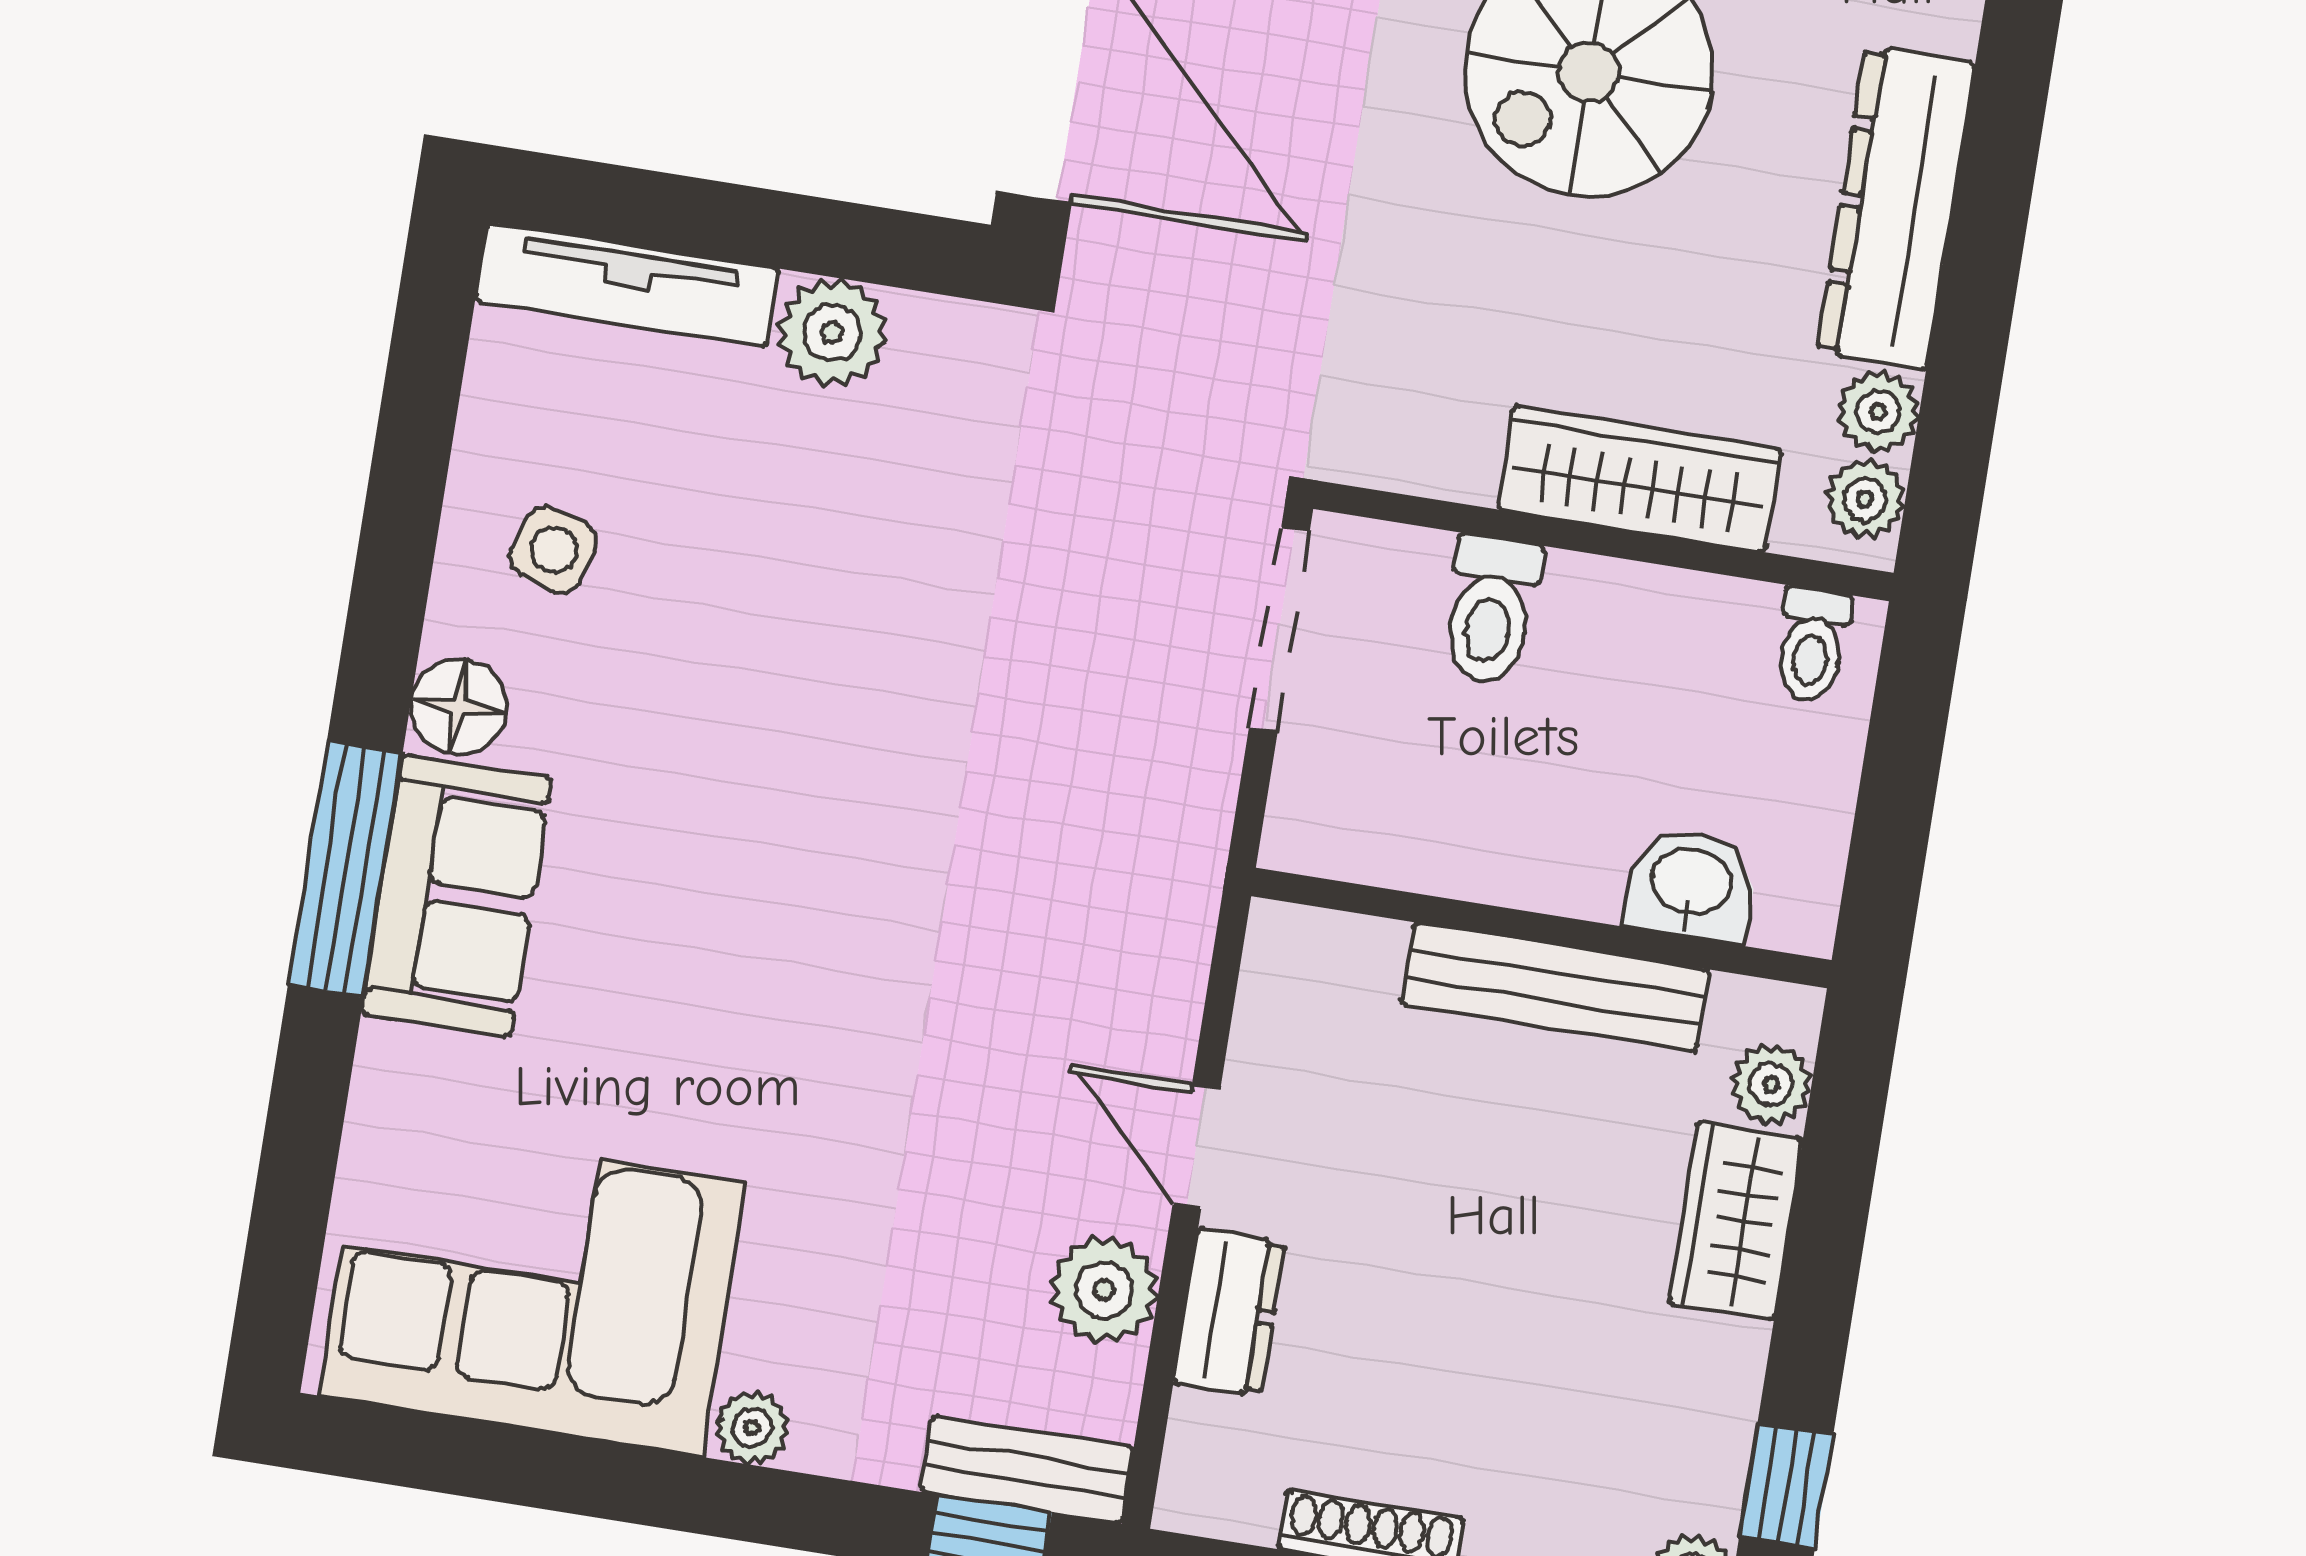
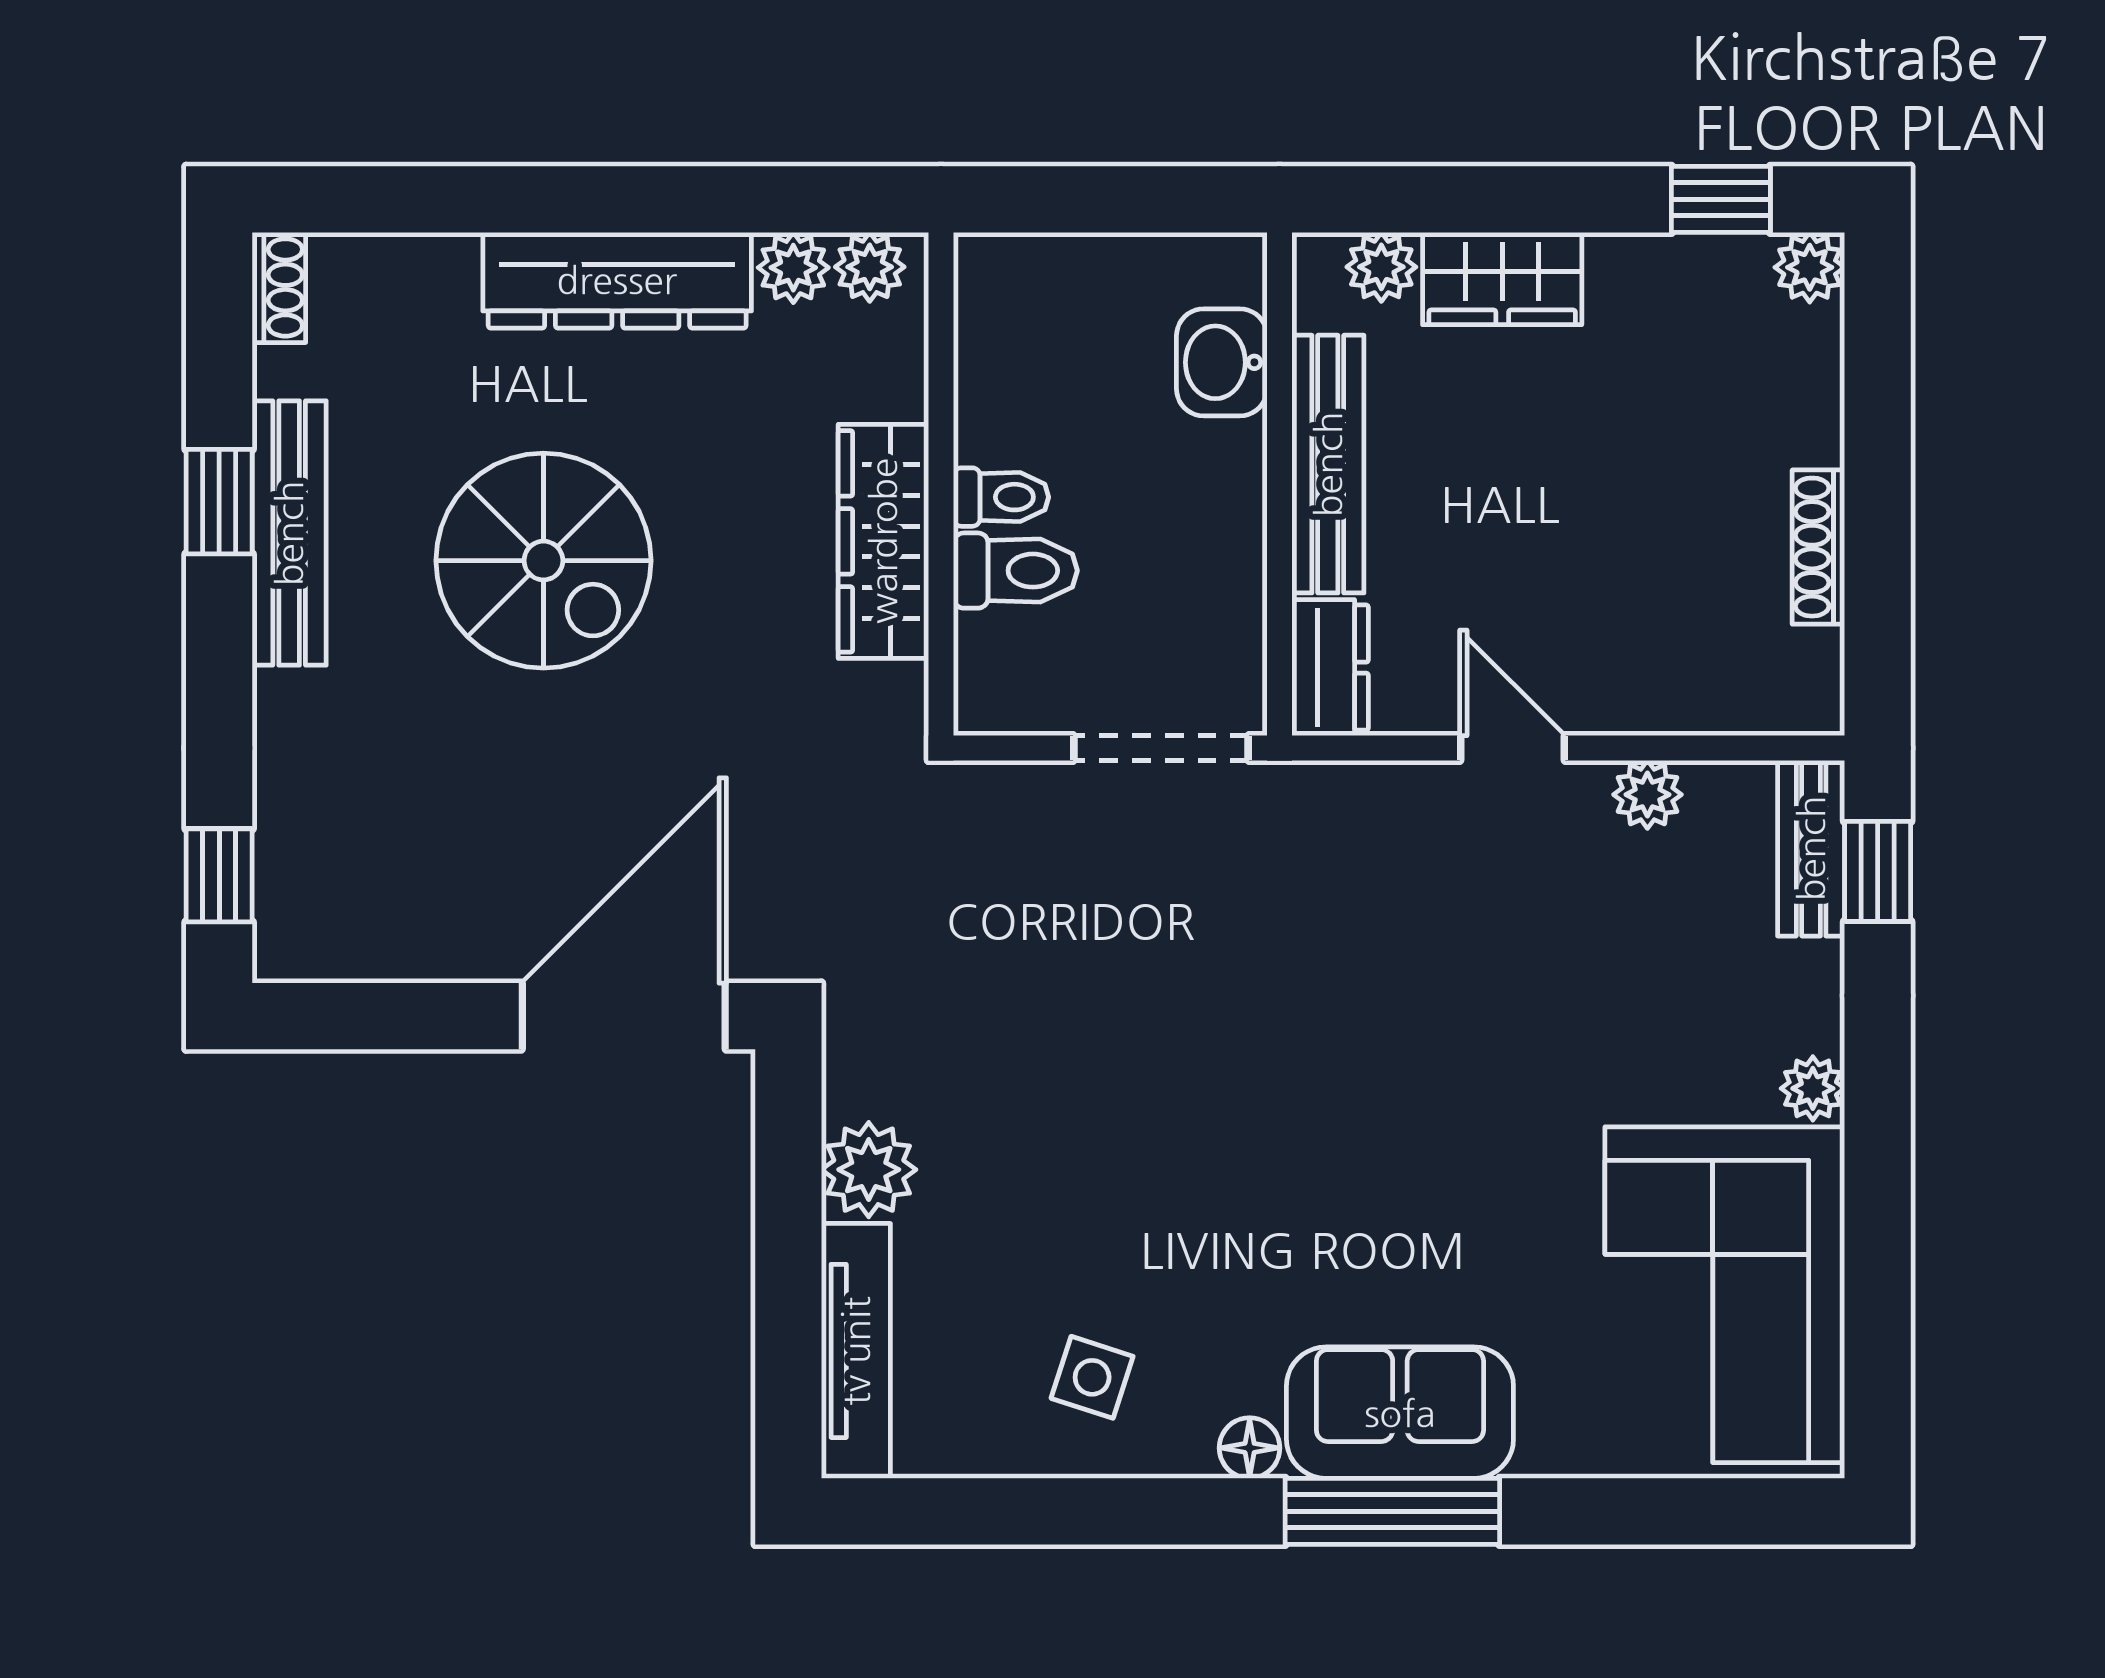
wardrobe: (1639, 479) -> (883, 541), moved
doorway: (1279, 630) -> (1161, 748), moved
toilet: (1812, 645) -> (1001, 497), moved
floor lamp: (459, 706) -> (1250, 1448), width x0.73, depth x0.73
door: (1197, 1146) -> (1512, 748), swing flipped
plant: (1104, 1290) -> (1647, 795), width x0.73, depth x0.73
dresser: (1229, 1312) -> (1330, 668), moved, turned 90

